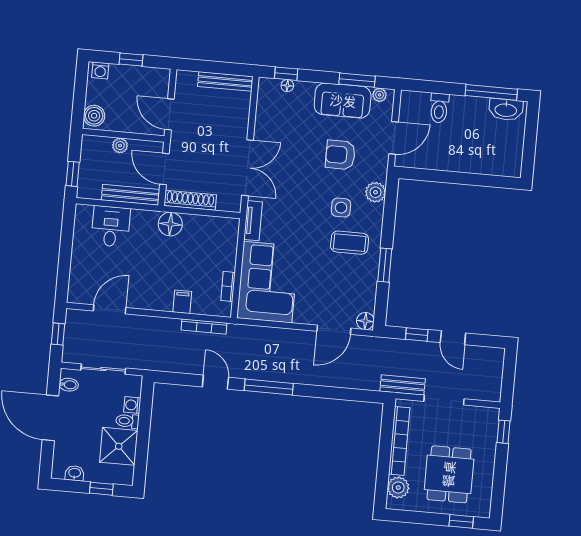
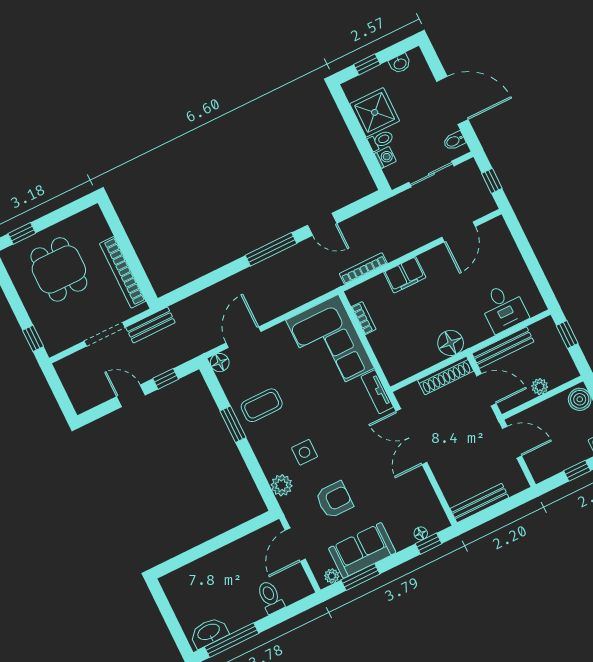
coffee table: (350, 243) -> (262, 405), moved
filing cabinet: (182, 302) -> (405, 275), width x2.00
plant: (398, 488) -> (98, 229), removed

